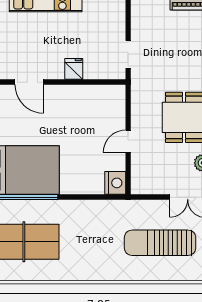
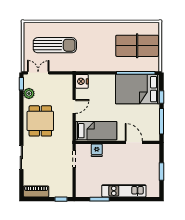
fridge: (74, 69) -> (97, 150), moved
bed: (92, 101) -> (96, 131), added

